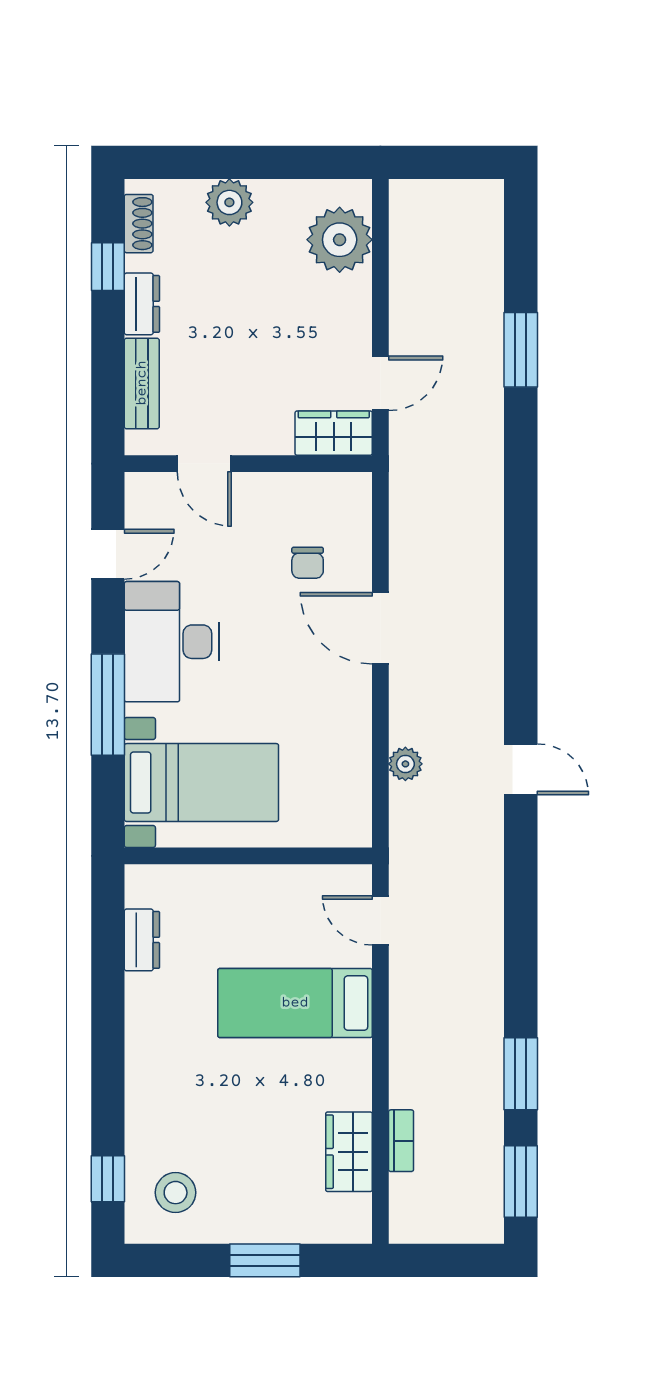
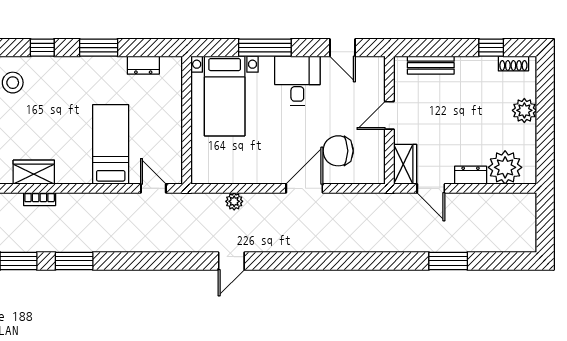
dresser: (142, 304) -> (471, 175), moved, turned 180
door: (204, 464) -> (389, 115), moved
chair: (308, 563) -> (338, 151), width x1.87, depth x1.87
desk: (172, 642) -> (297, 81), width x0.73
door: (380, 920) -> (153, 188), hinge flipped
window: (108, 1026) -> (99, 48), added
window: (108, 1179) -> (42, 48), moved

